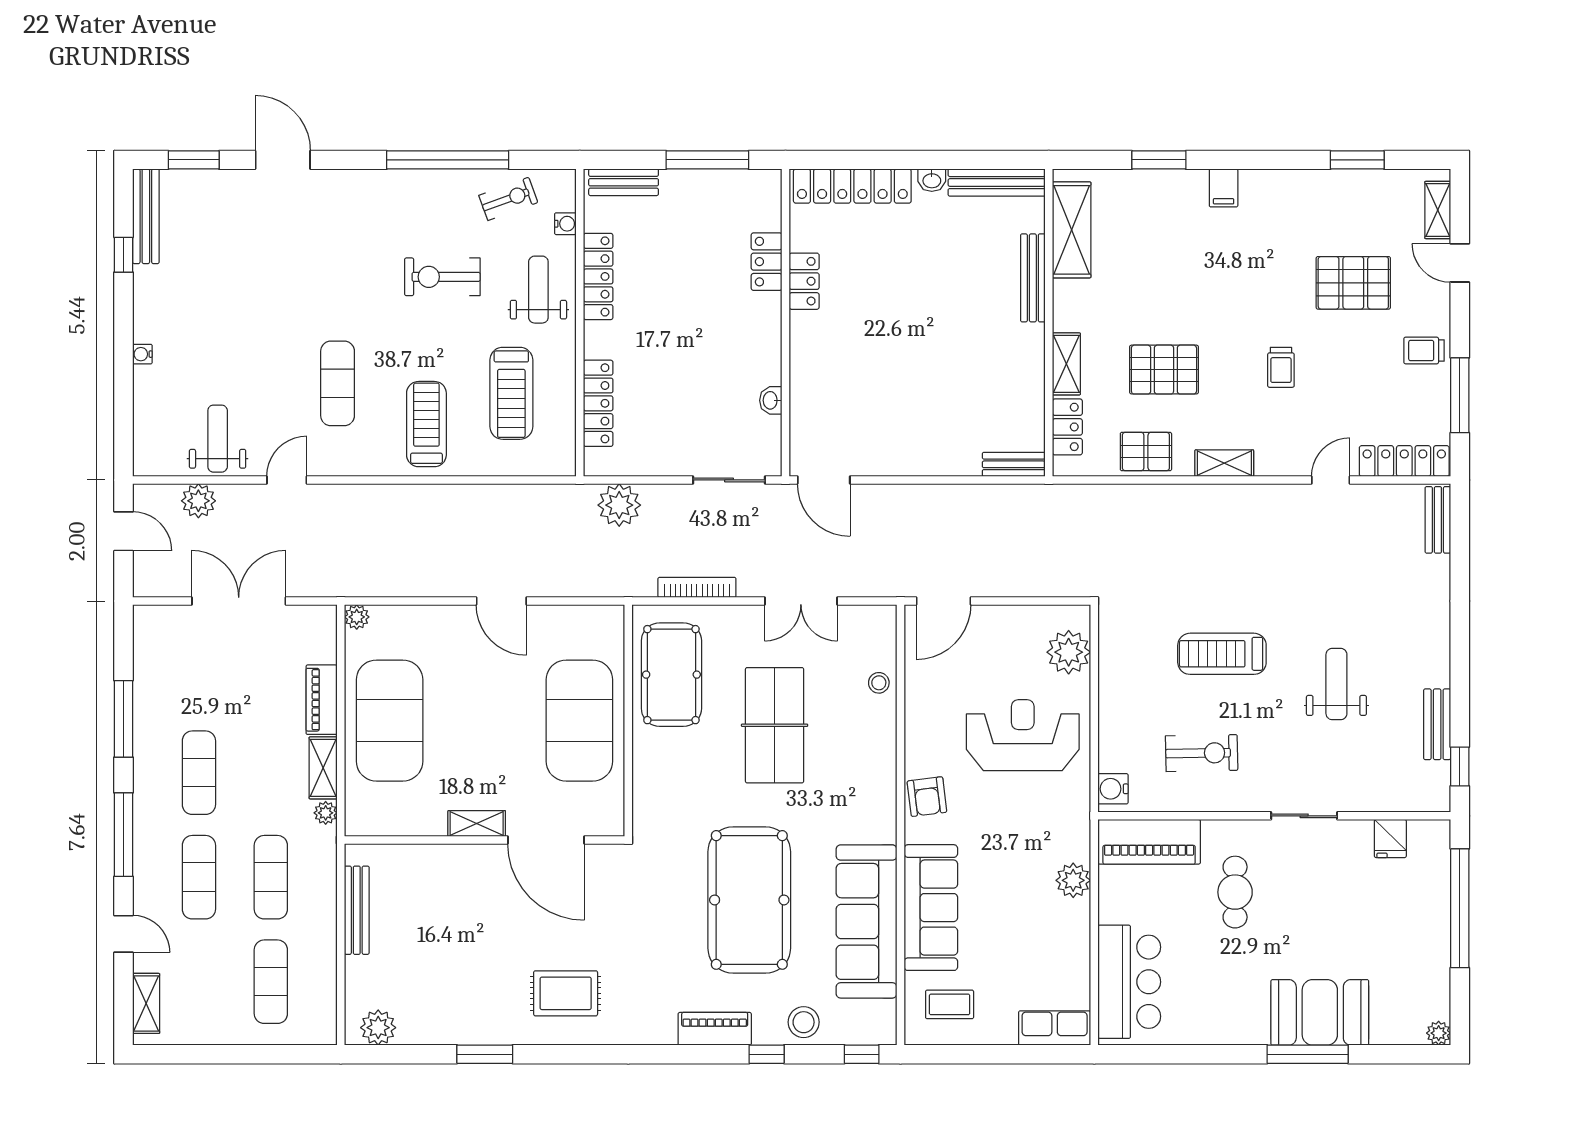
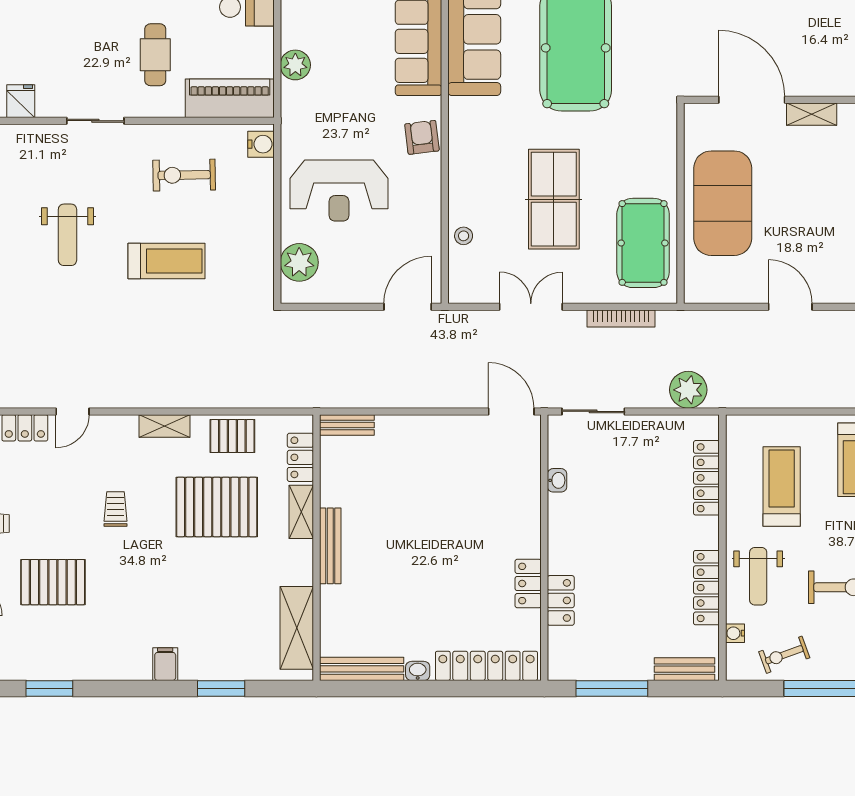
bench: (1033, 278) -> (330, 546), moved
pallet: (1164, 370) -> (217, 507), width x1.37, depth x1.41

